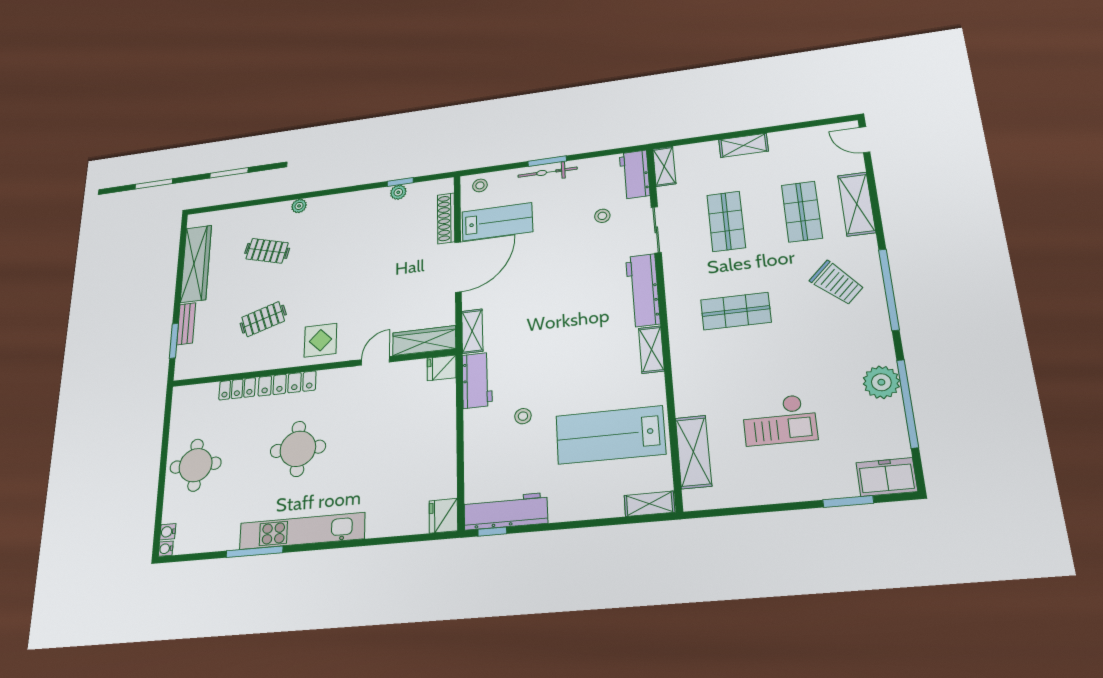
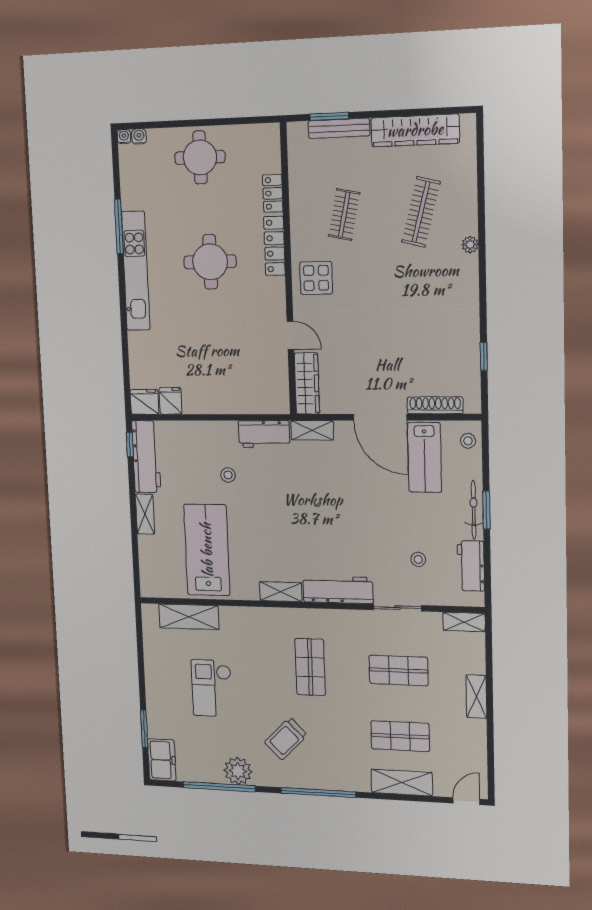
workbench: (635, 174) -> (471, 566), moved, turned -90
plant: (398, 192) -> (472, 355), removed
clothes rail: (267, 251) -> (421, 212), width x1.36
trolley: (837, 283) -> (286, 739), moved
clothes rail: (263, 319) -> (344, 215), turned 30
bench: (186, 324) -> (339, 128), width x1.36
fridge: (442, 368) -> (171, 401), moved
shelving: (649, 504) -> (145, 514), moved

